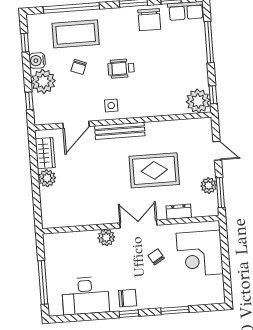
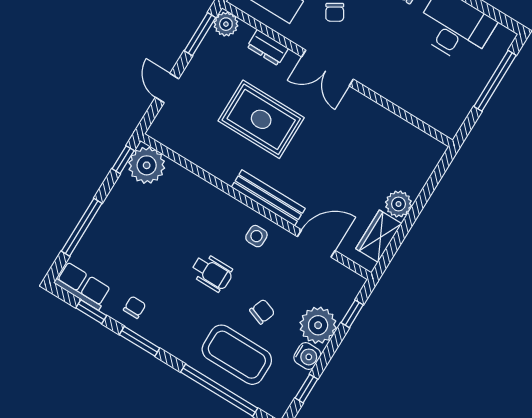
chair: (149, 20) -> (135, 307), width x0.54, depth x0.54
plant: (209, 186) -> (226, 24), moved
plant: (106, 237) -> (378, 80), removed

